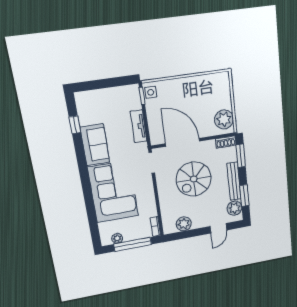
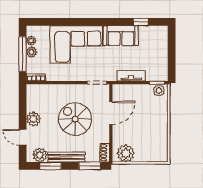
door: (183, 142) -> (111, 113), width x0.73
plant: (184, 224) -> (33, 119), moved
plant: (129, 236) -> (32, 52), added

